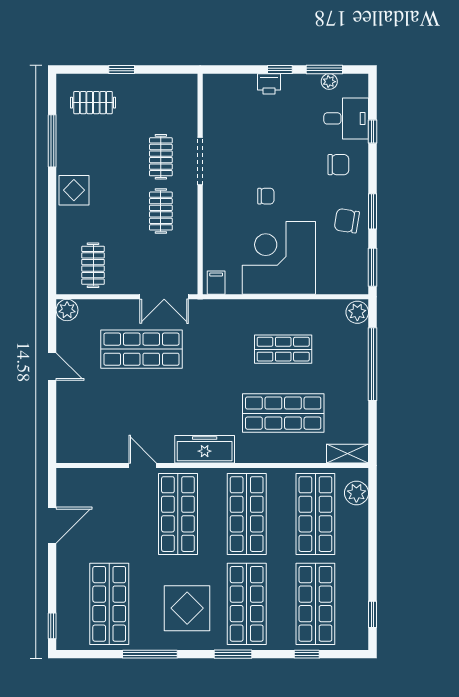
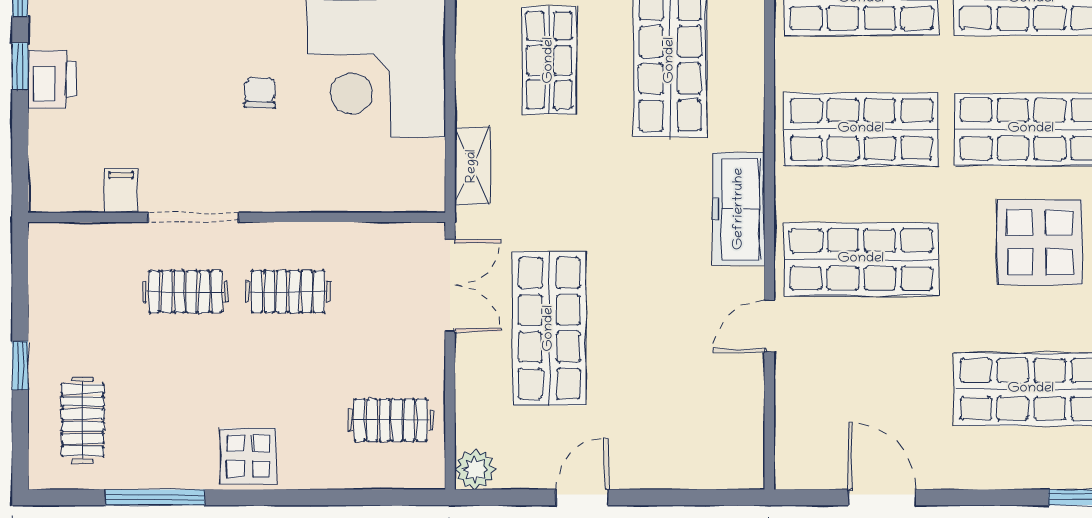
printer: (269, 84) -> (52, 79), width x1.36, depth x1.24
filing cabinet: (216, 283) -> (121, 191), moved, turned 90
shelving: (227, 308) -> (472, 166), added

